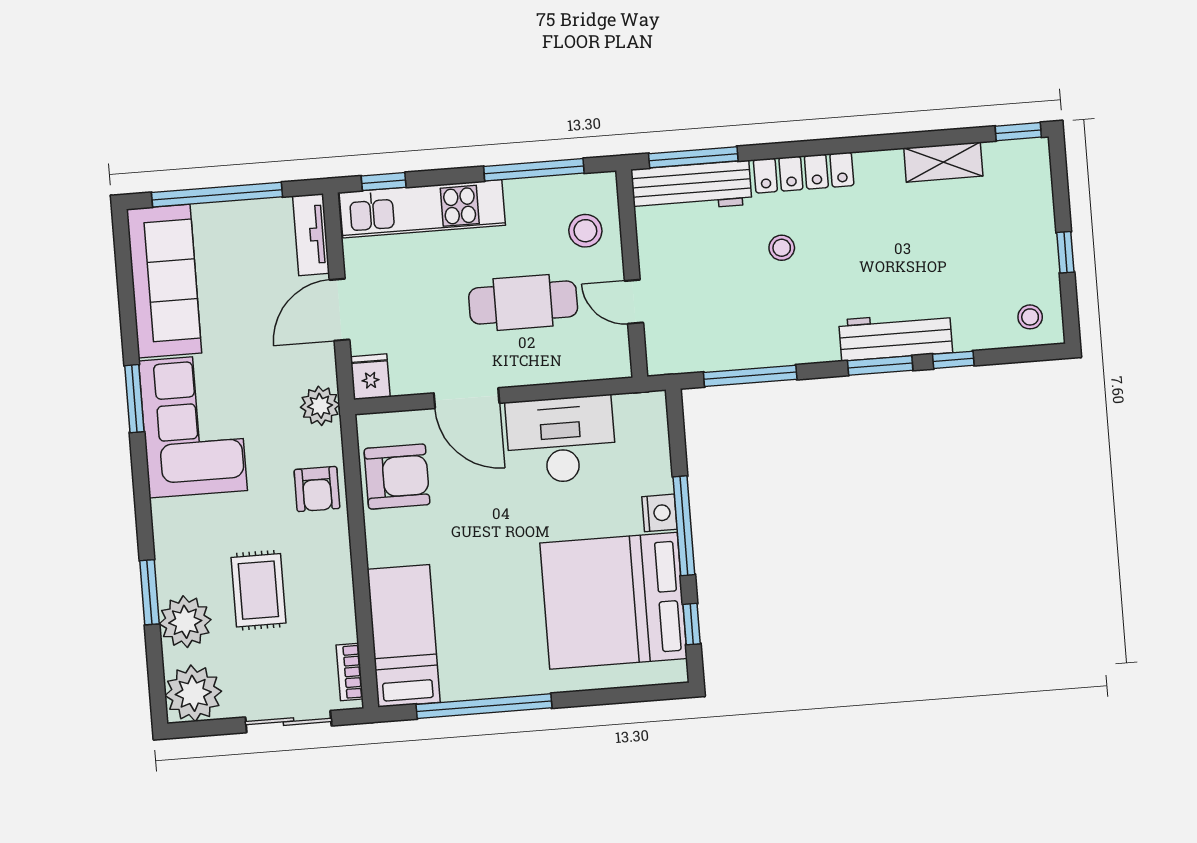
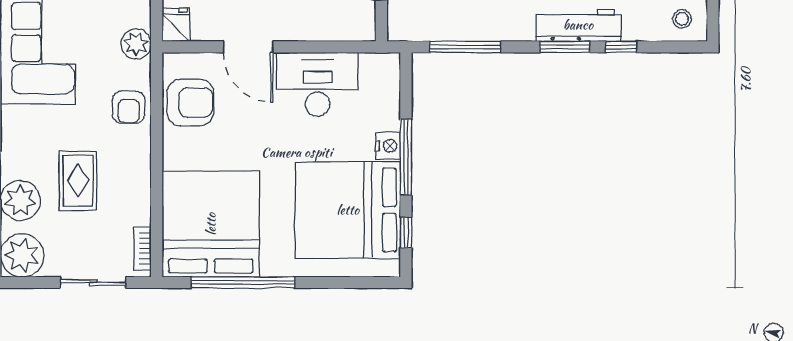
bed: (404, 636) -> (211, 224), width x2.04

